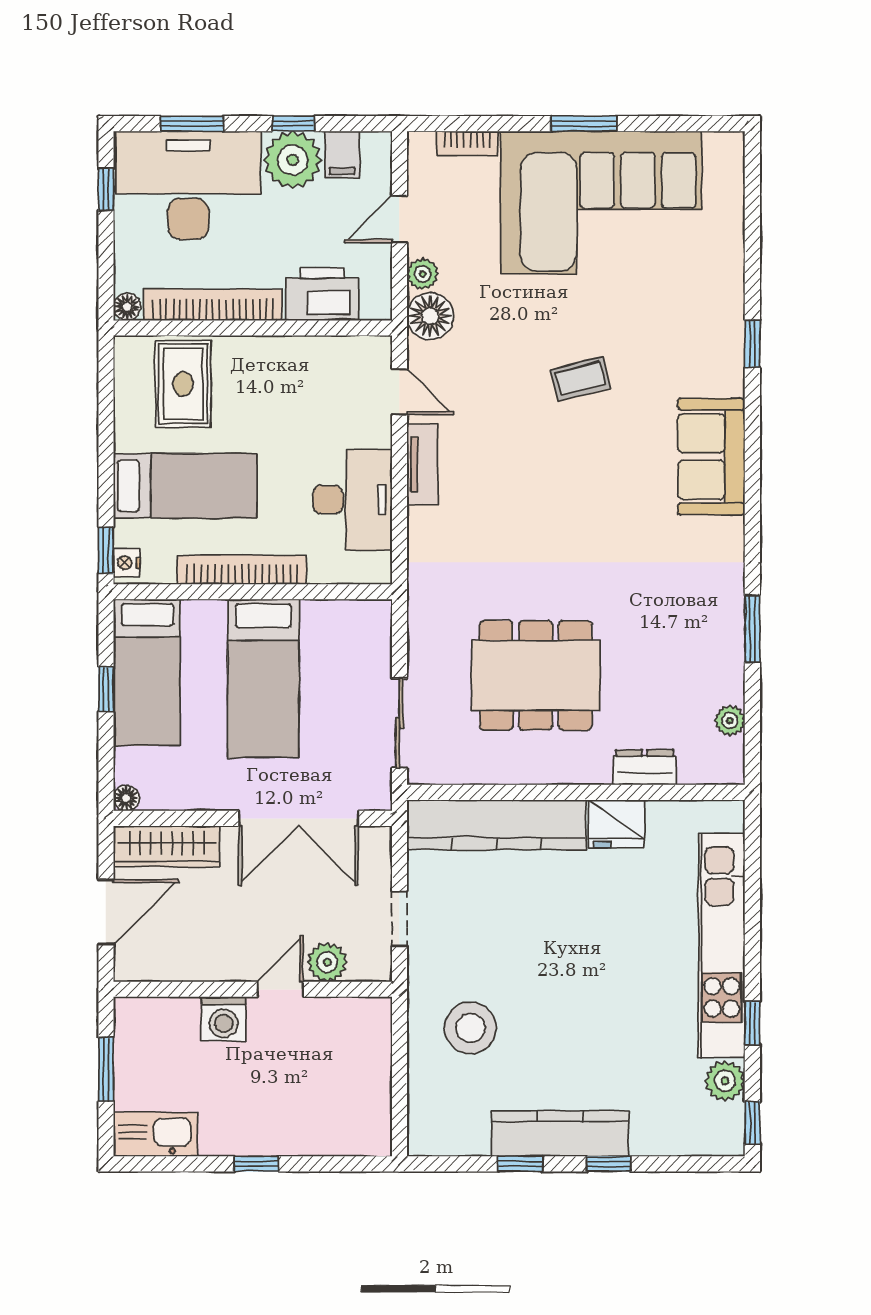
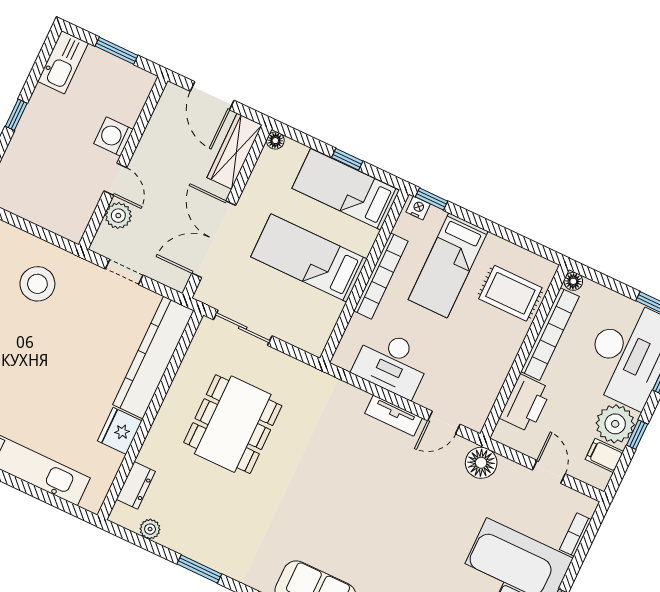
plant: (423, 274) -> (509, 470), removed
coffee table: (580, 379) -> (400, 536), removed
dresser: (645, 767) -> (136, 485), moved

